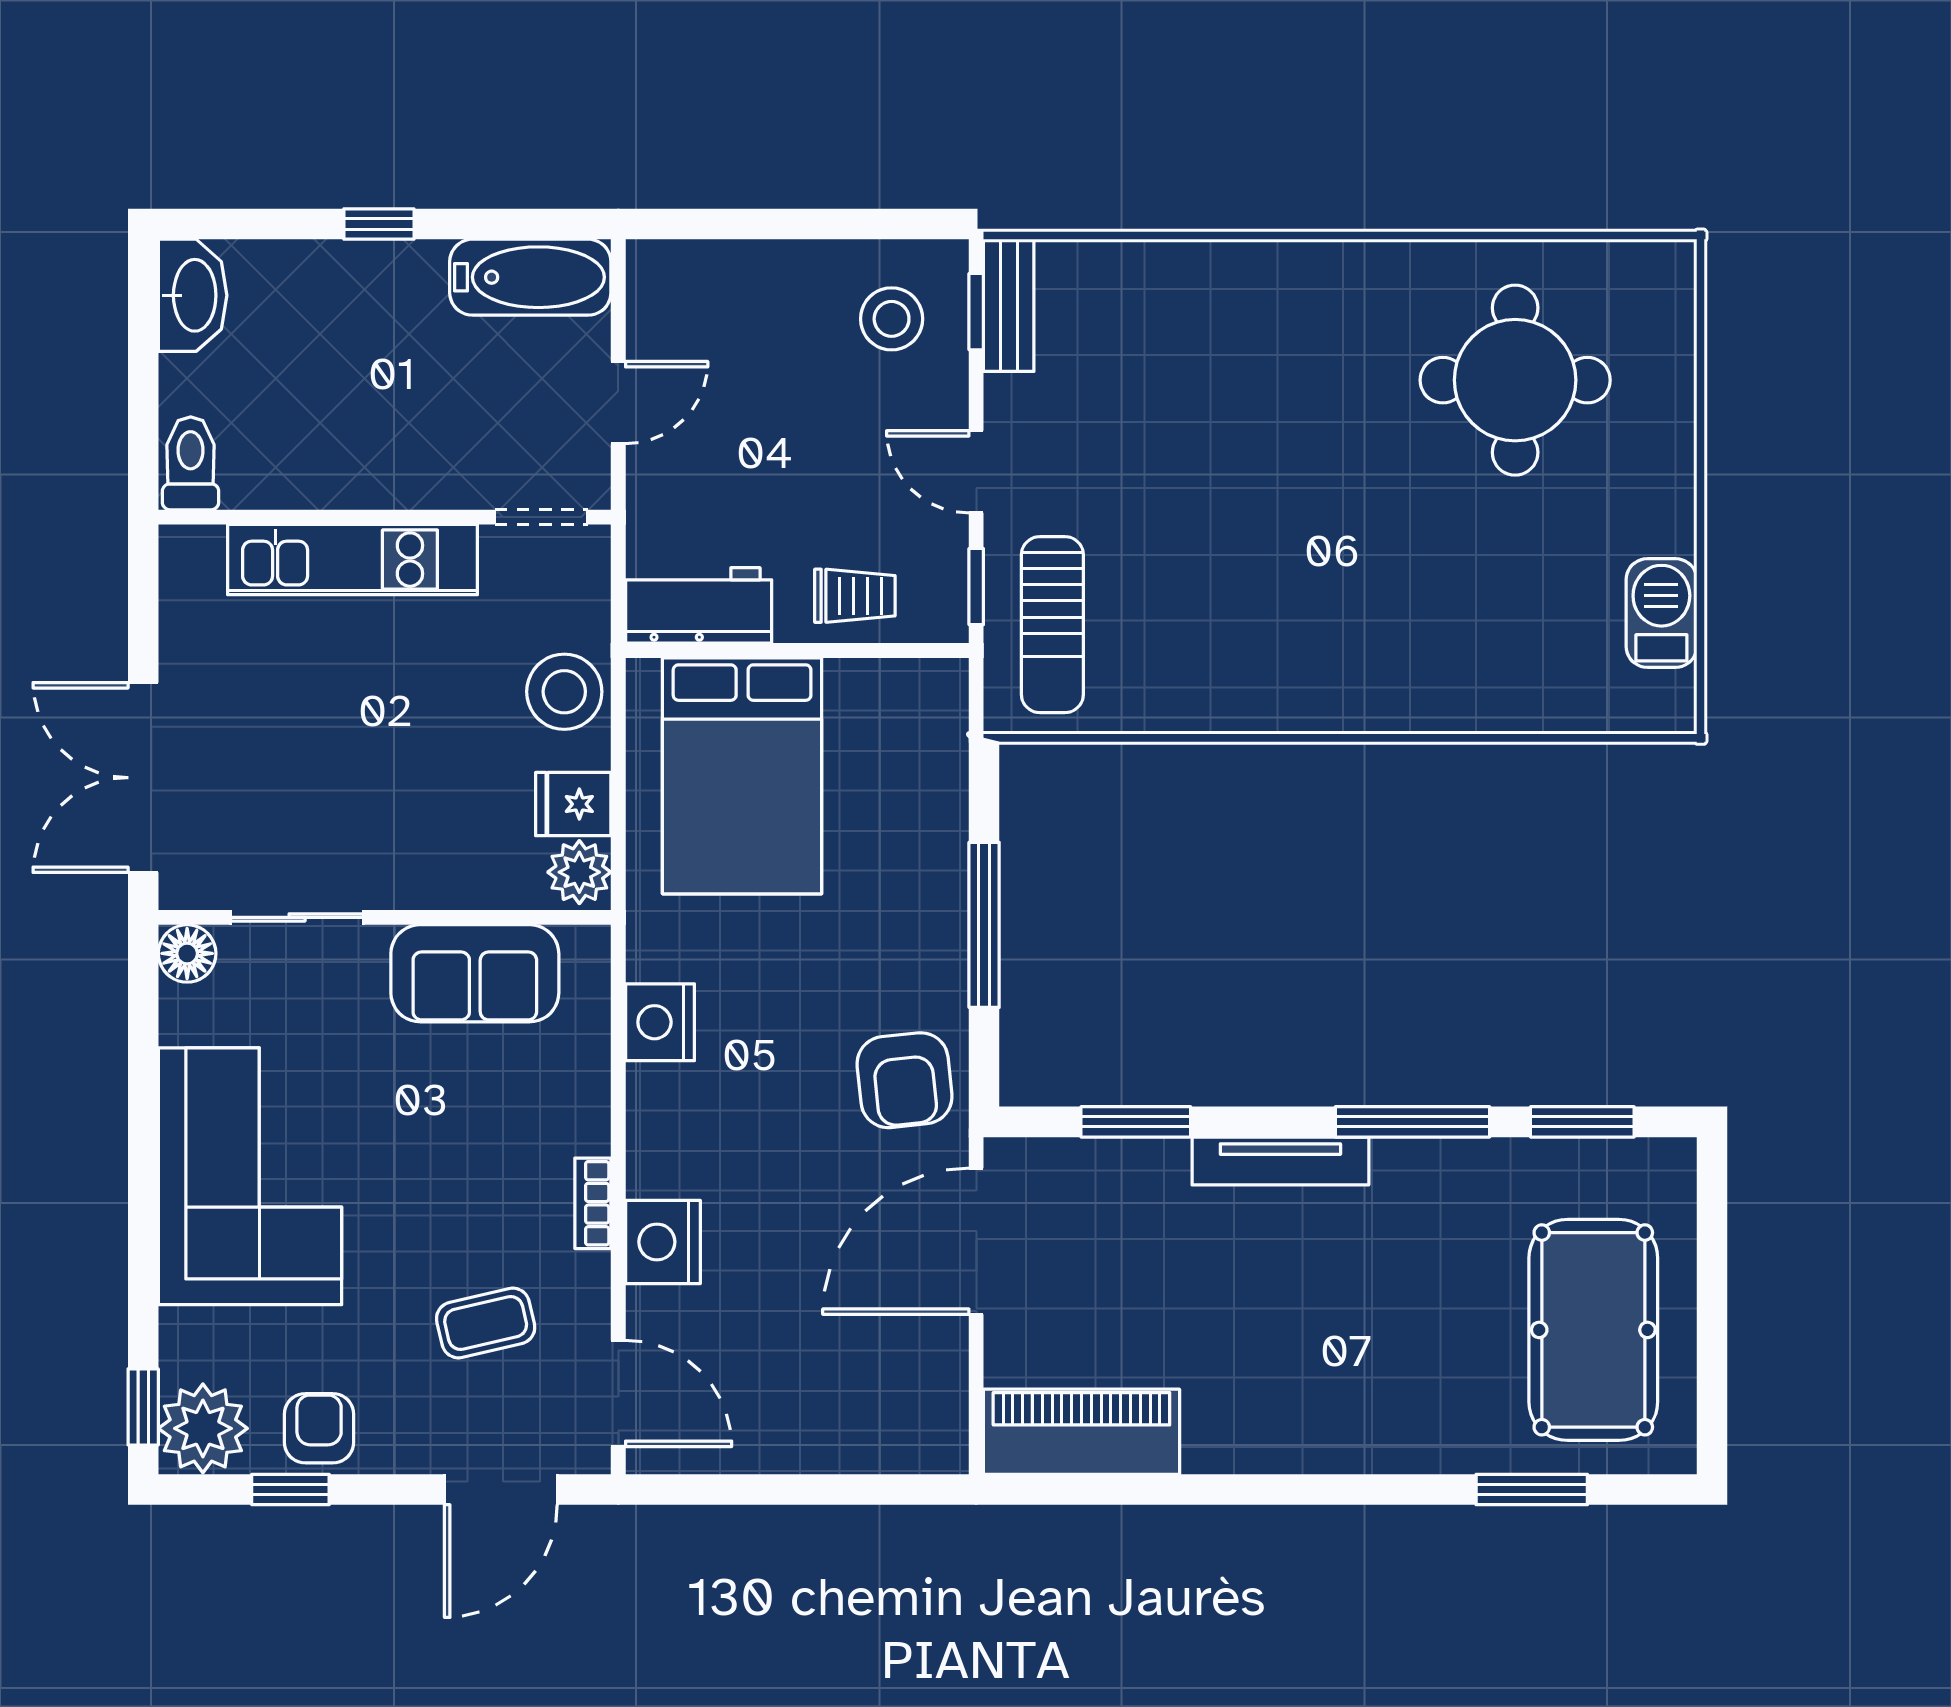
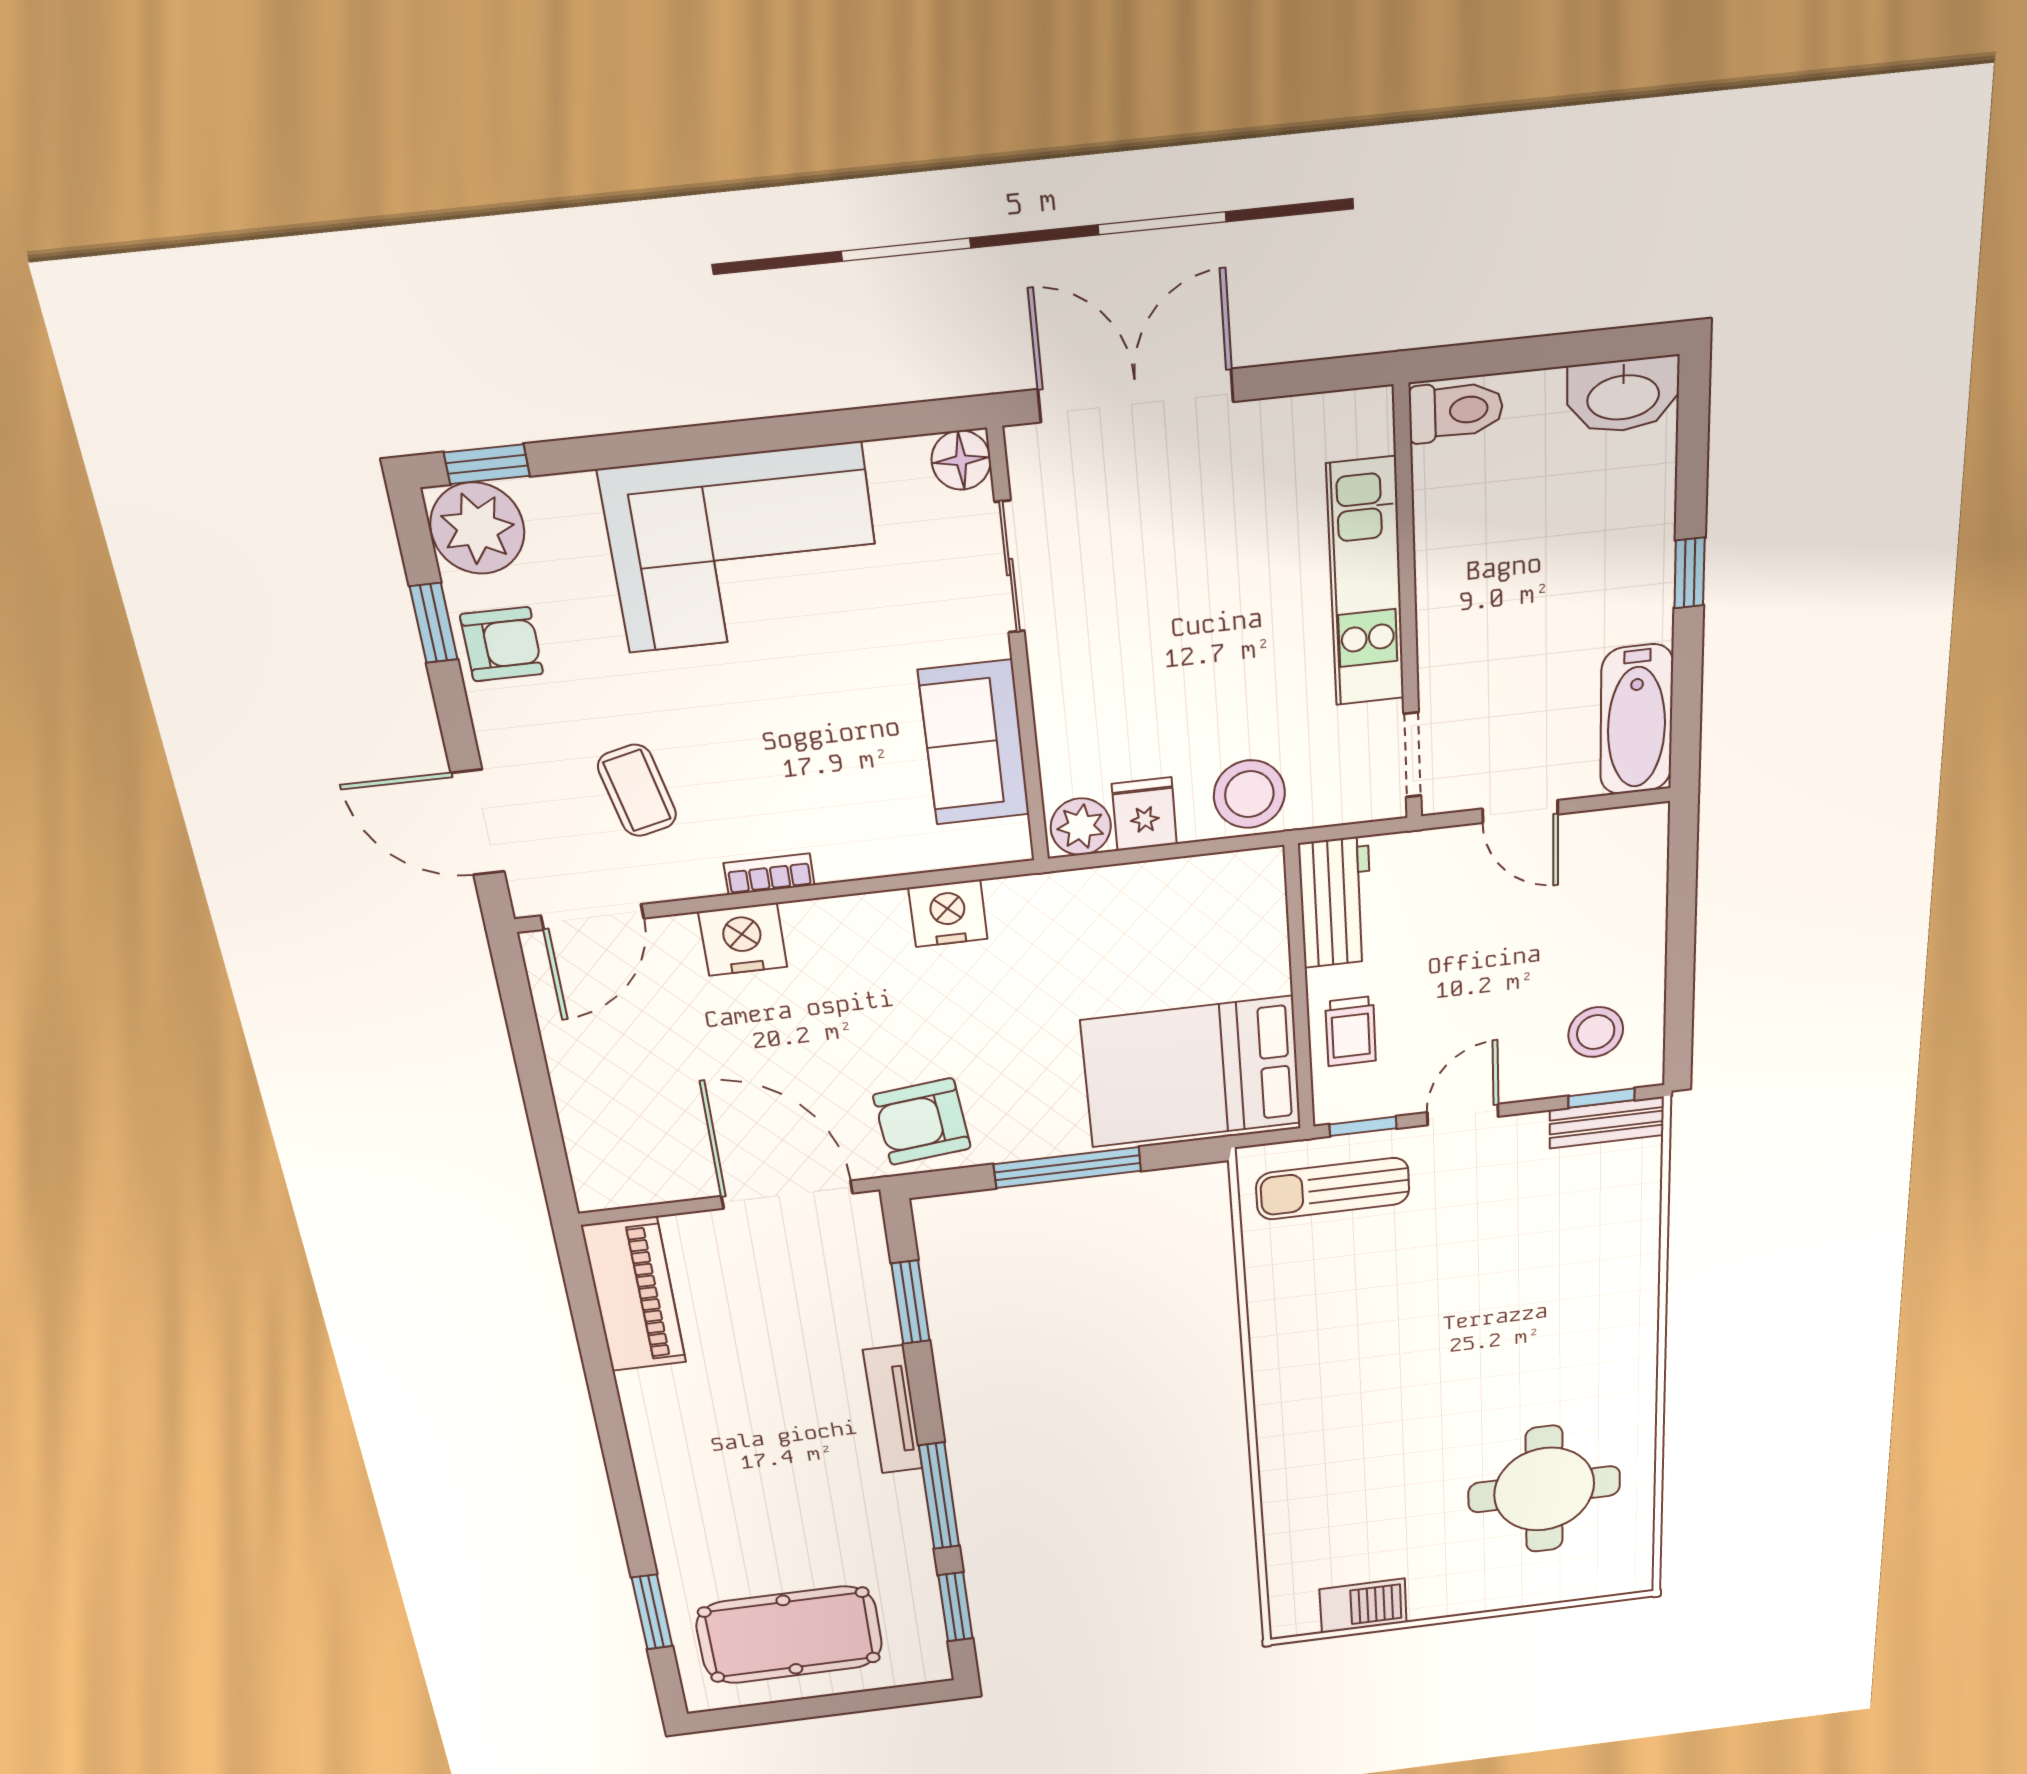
bed: (742, 776) -> (1192, 1072), moved

